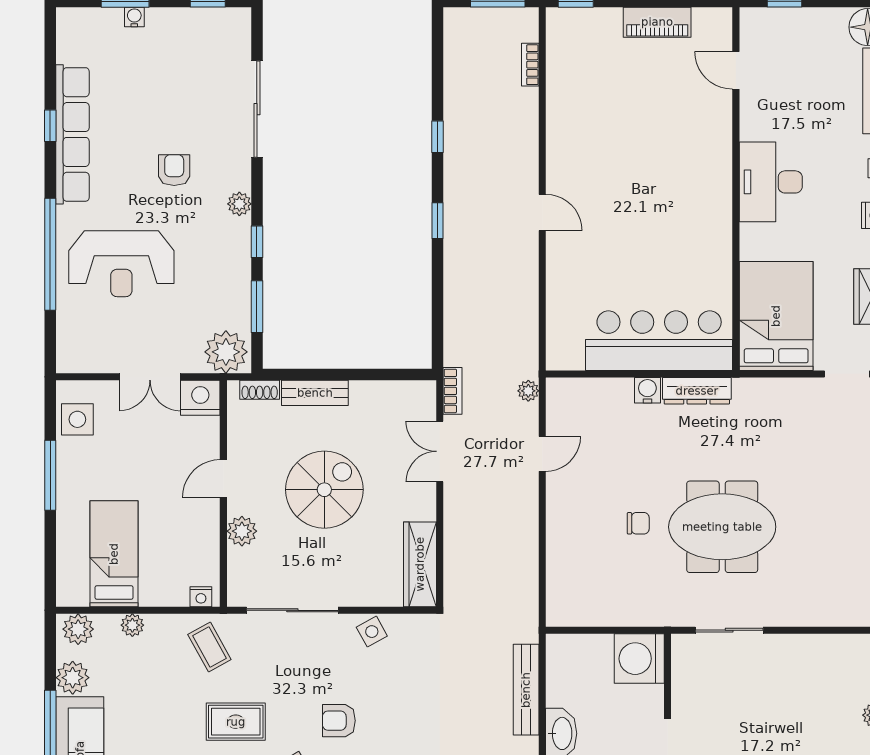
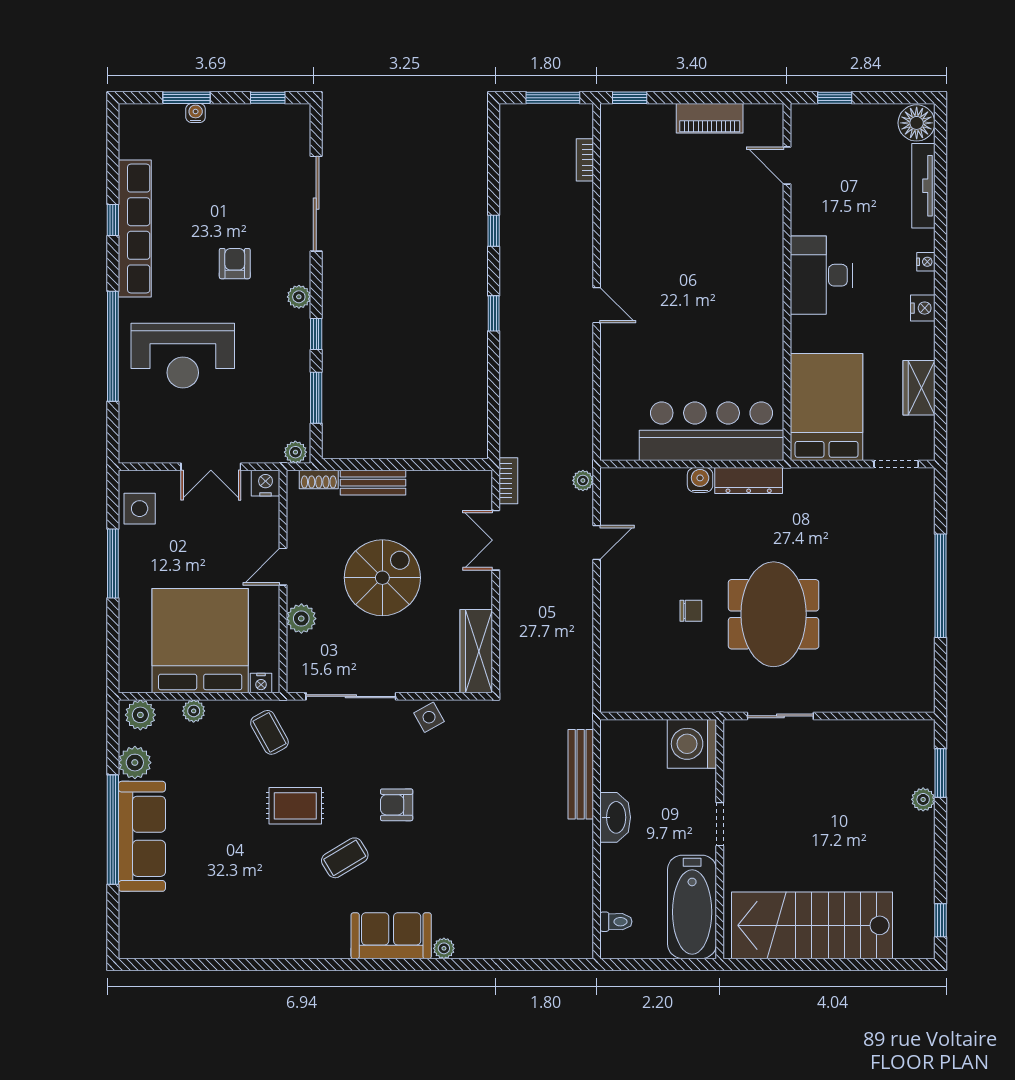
plant: (226, 352) -> (295, 452), width x0.53, depth x0.53
nightstand: (200, 398) -> (266, 483), width x0.74, depth x0.75
meeting table: (722, 527) -> (774, 614), turned 90
bed: (114, 554) -> (200, 641), width x2.04

